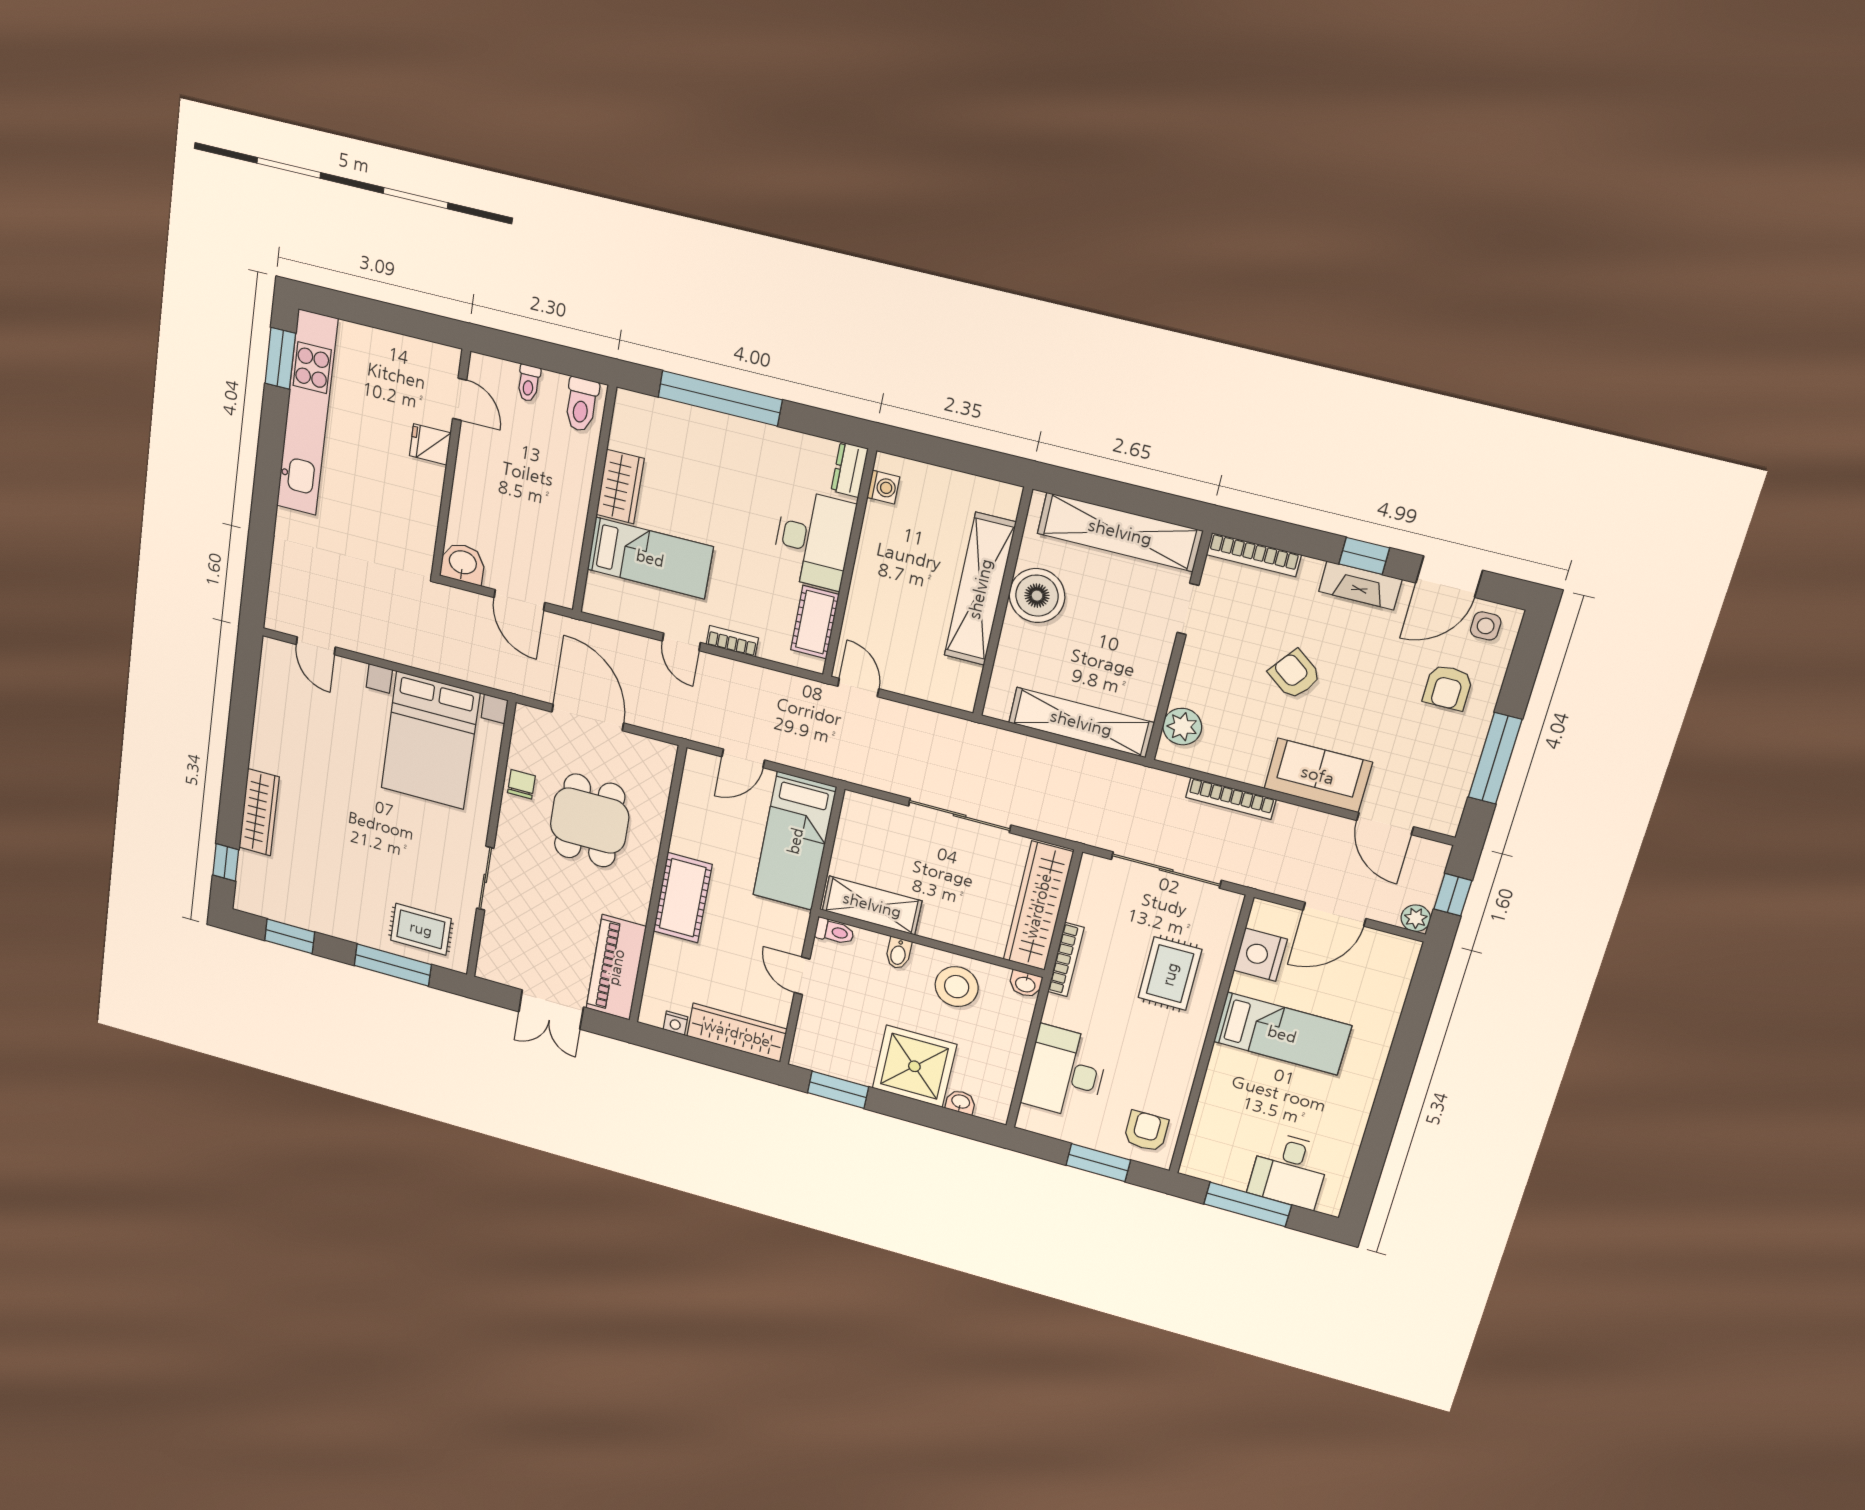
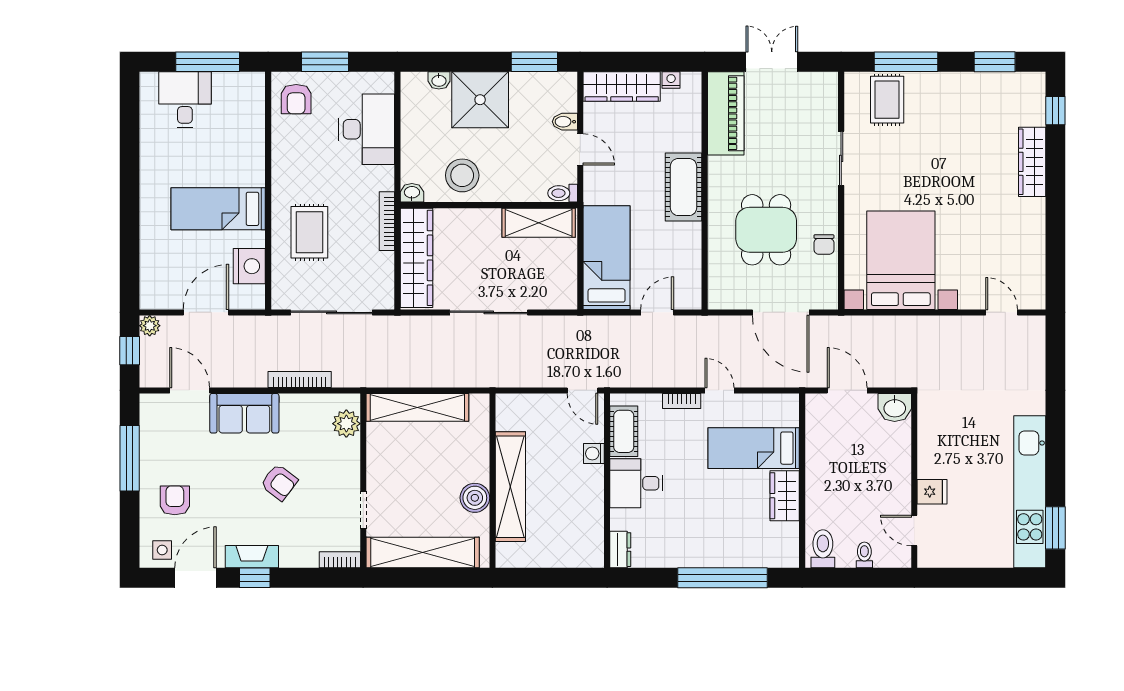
washing machine: (883, 487) -> (594, 454), moved
desk: (813, 540) -> (636, 483), width x0.73
bookcase: (1254, 555) -> (340, 560), width x0.64
boiler: (1037, 596) -> (475, 498), width x0.73, depth x0.73
rug: (421, 929) -> (887, 100), turned 90
bidet: (898, 953) -> (565, 122), moved, turned -90

